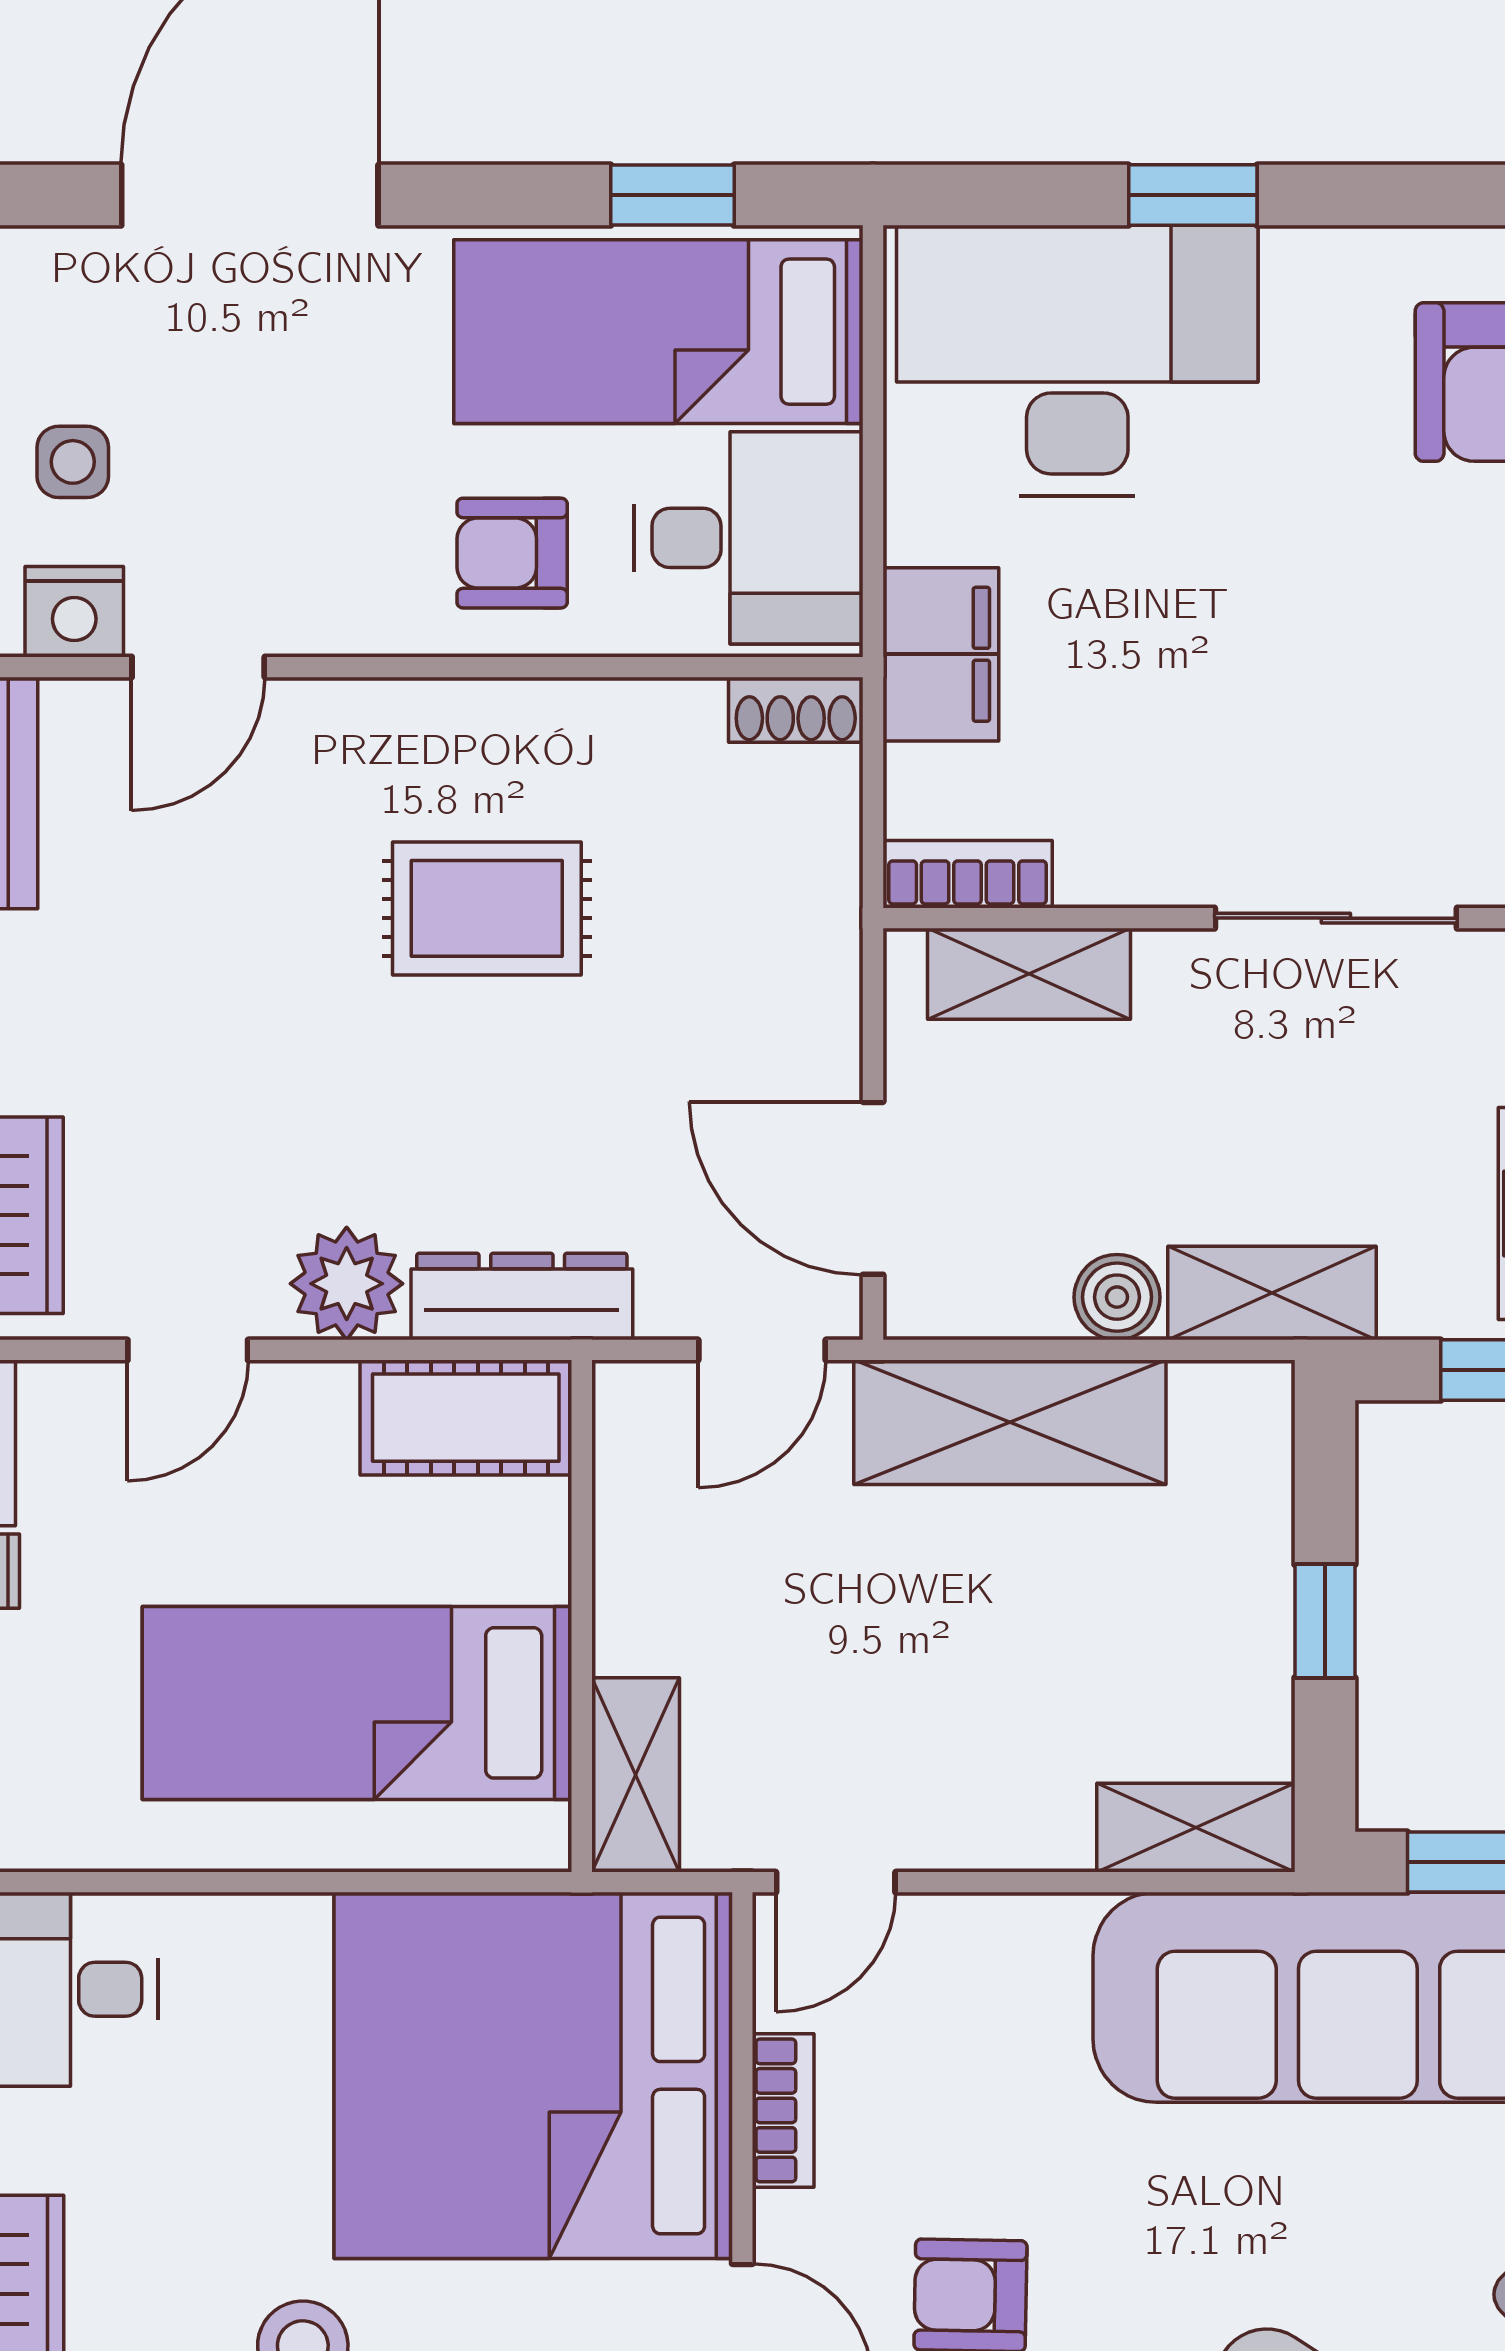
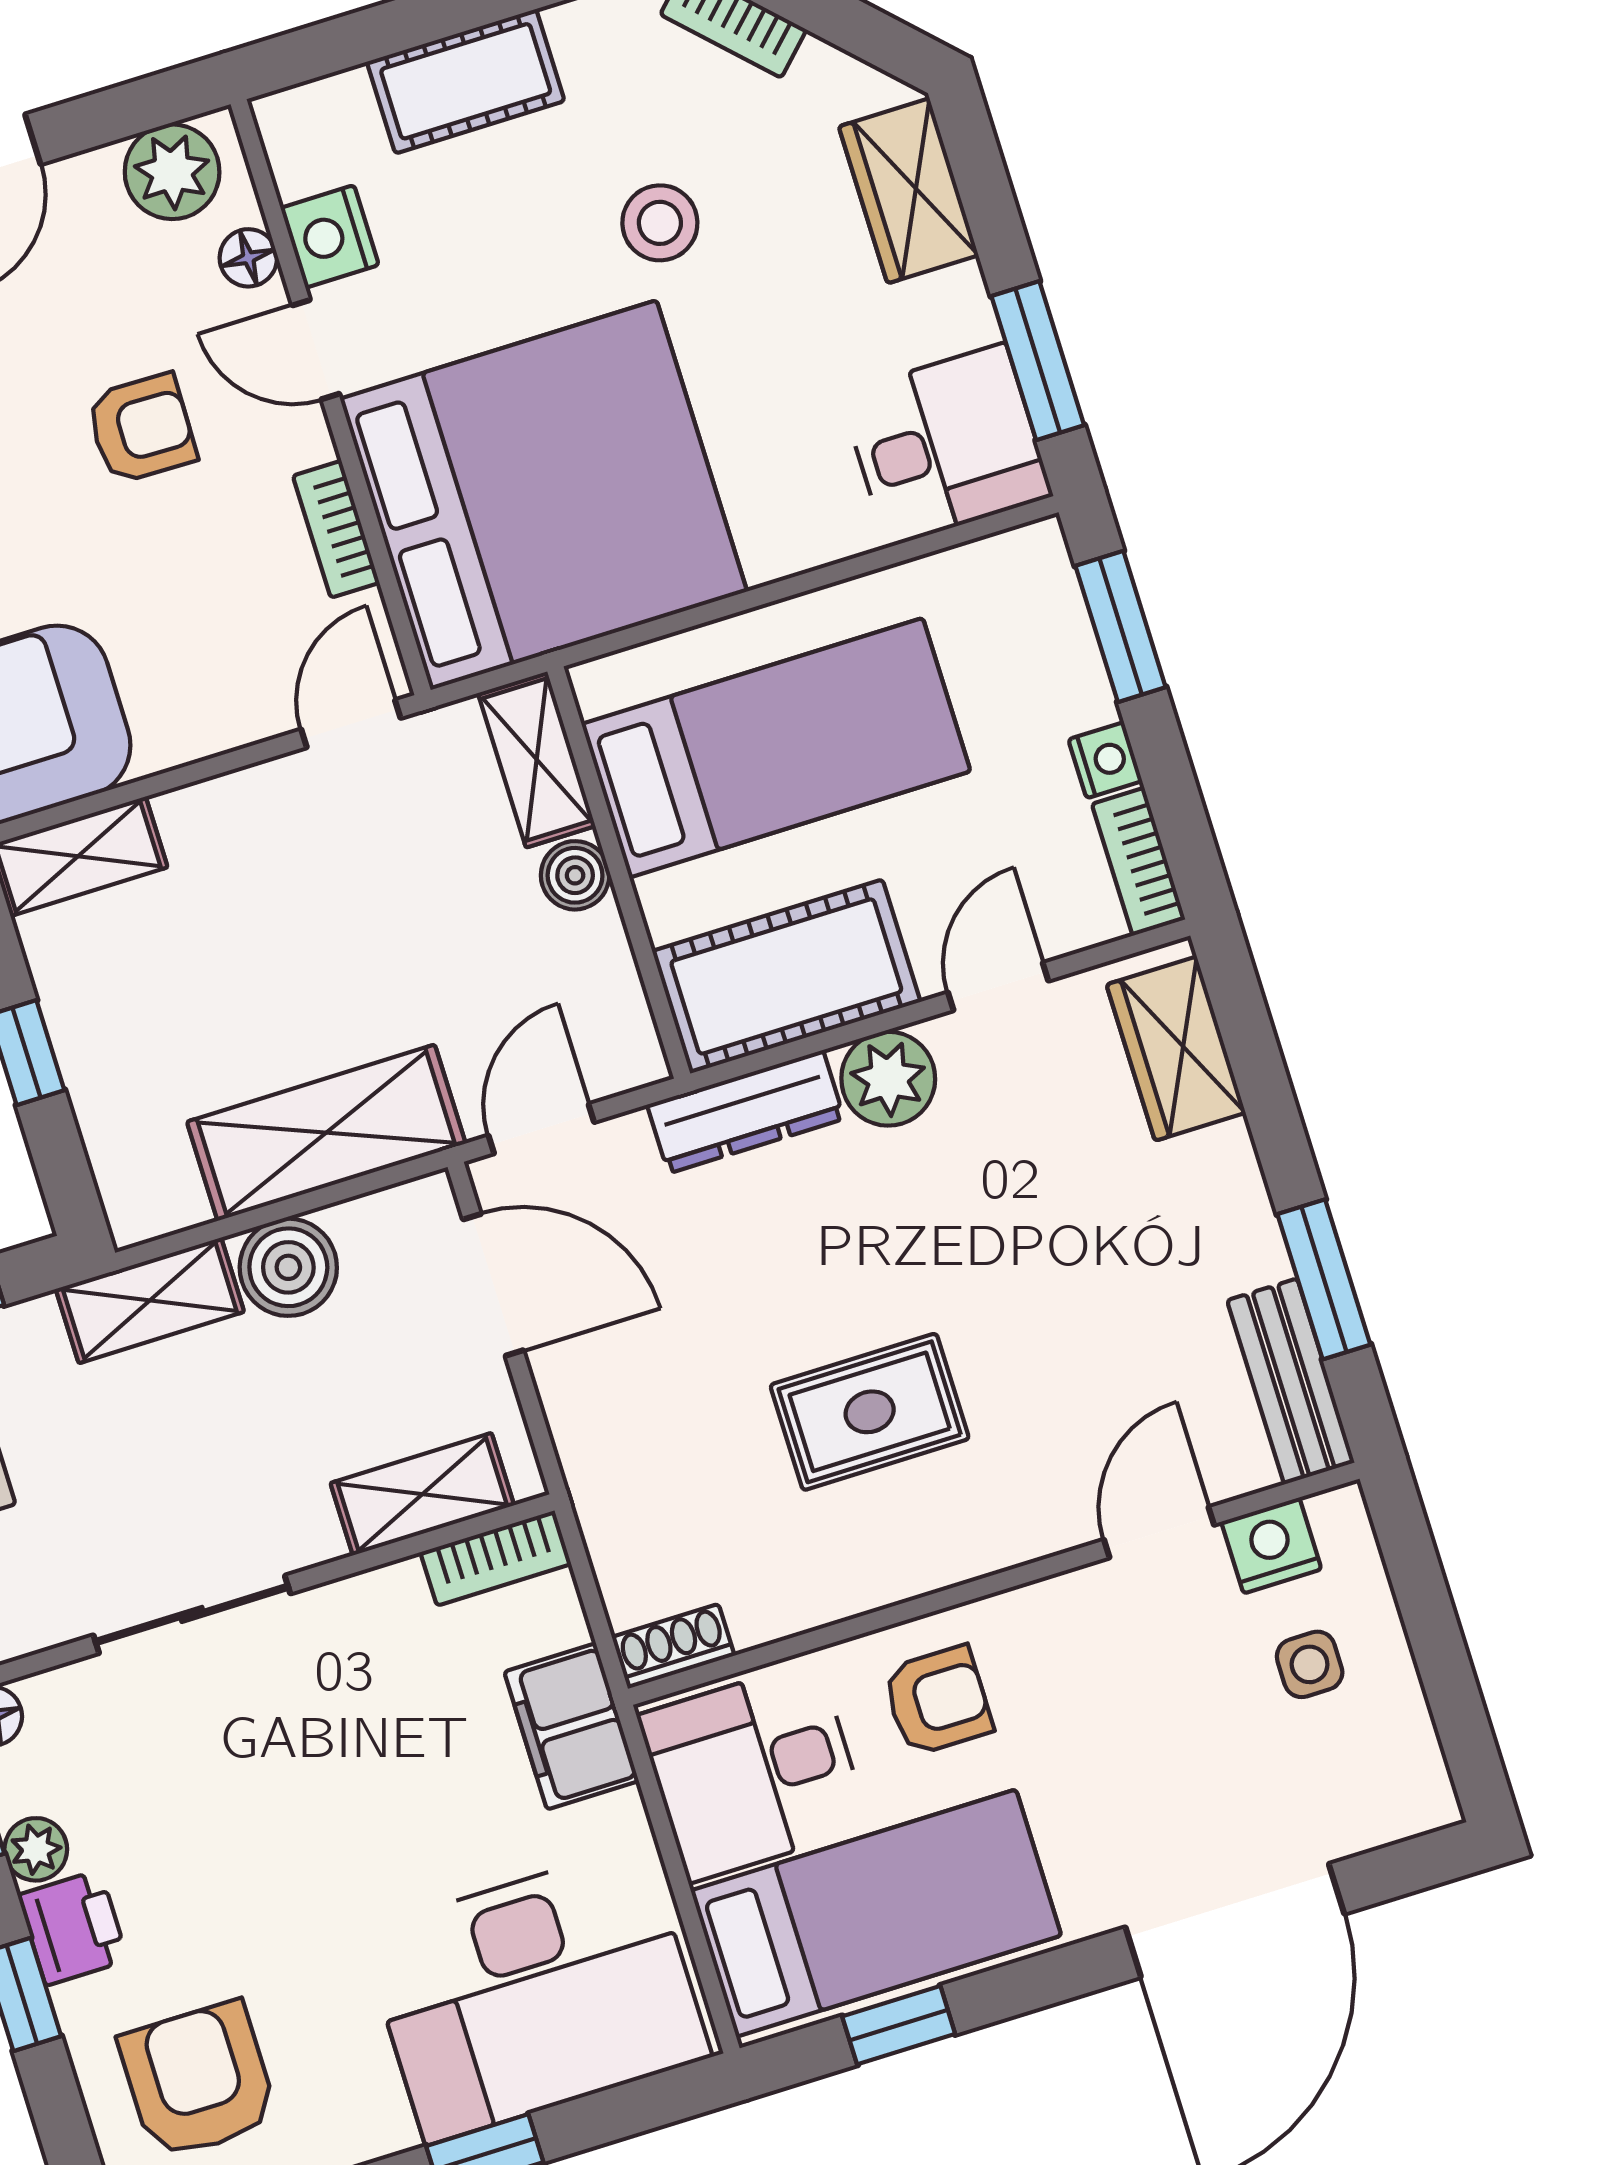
boiler: (1117, 1297) -> (288, 1267), width x1.36, depth x1.36
cot: (466, 1418) -> (786, 976), width x1.37, depth x1.34
boiler: (633, 1628) -> (575, 875), added

